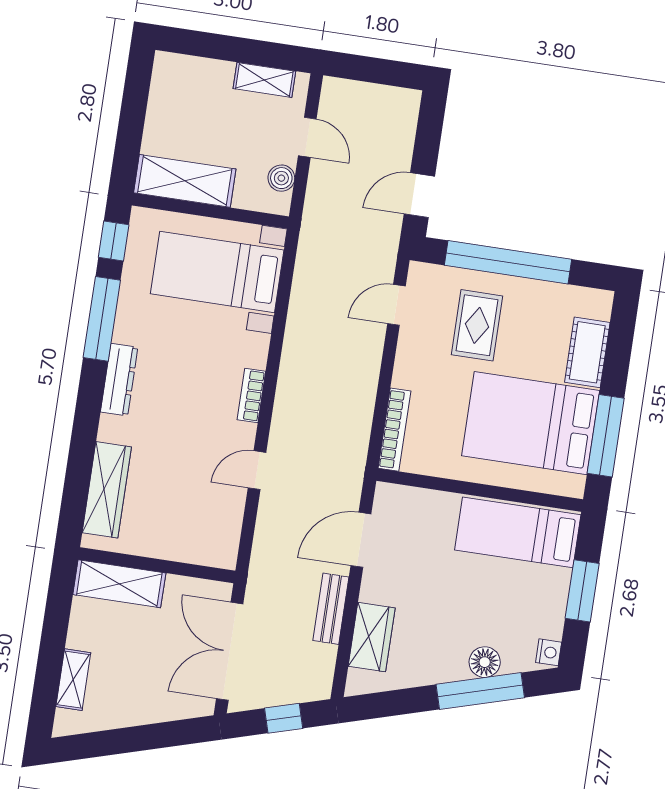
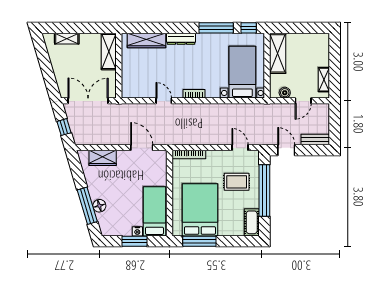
cot: (587, 352) -> (252, 222), moved, turned 90
dresser: (119, 380) -> (181, 39), moved
bench: (331, 609) -> (315, 140), moved
nightstand: (549, 652) -> (137, 231), moved

